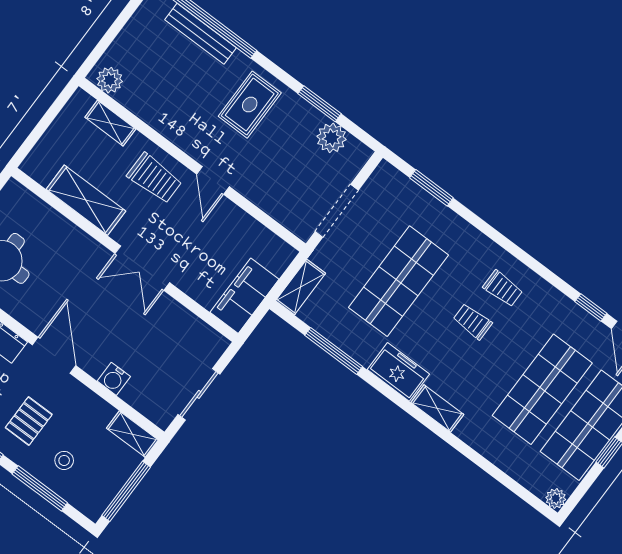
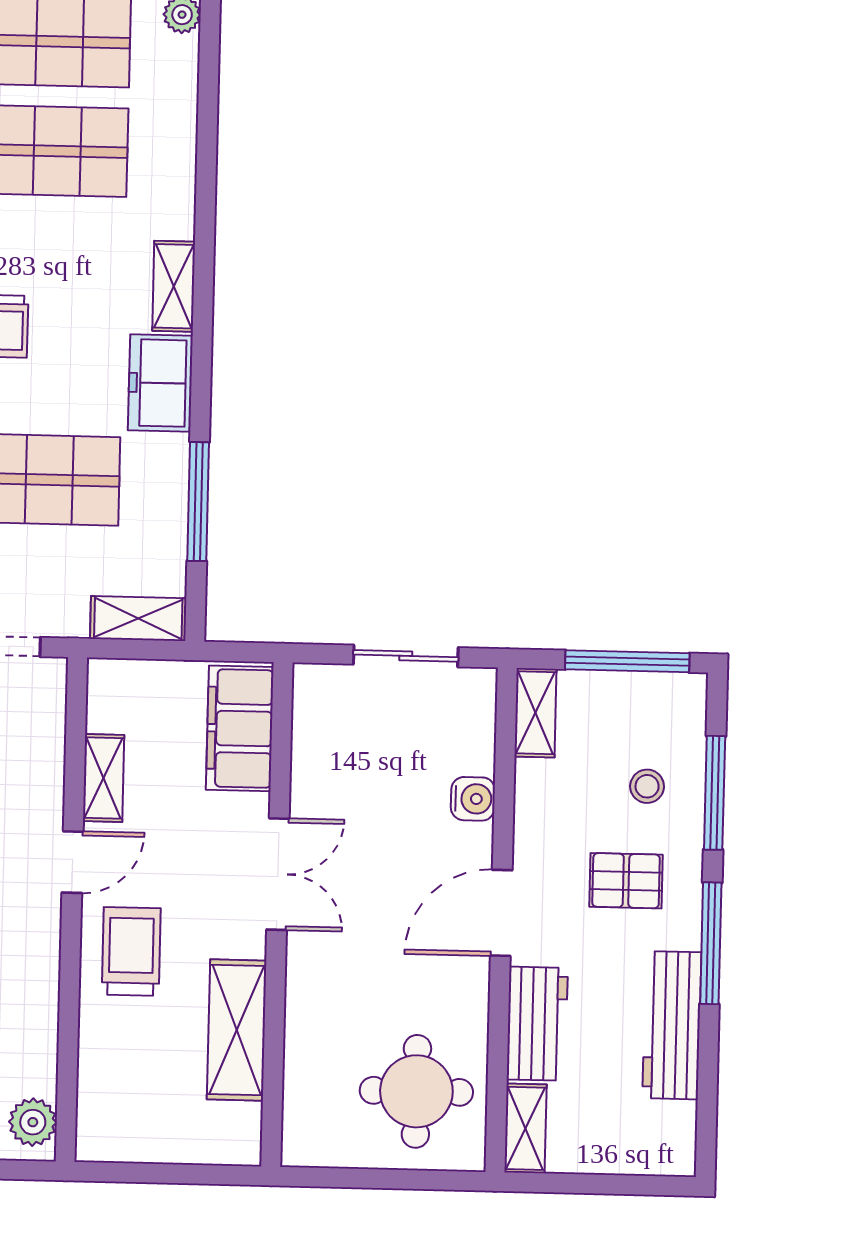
shelving: (110, 123) -> (104, 778), moved
filing cabinet: (244, 296) -> (240, 728), moved, turned 90

